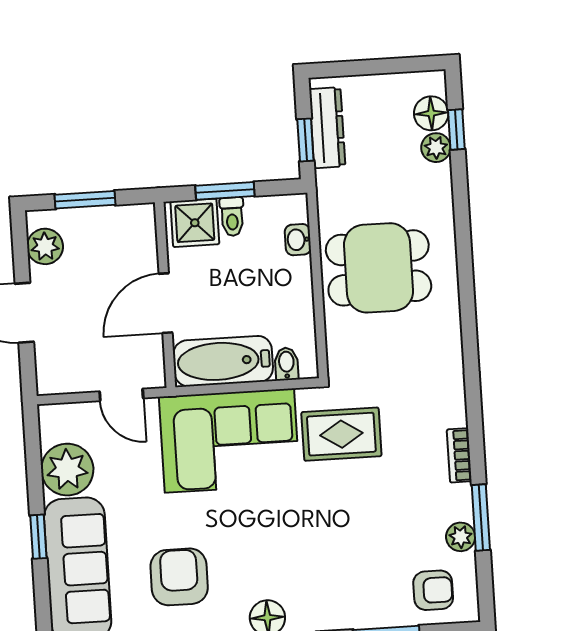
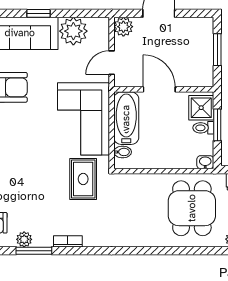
washbasin: (298, 240) -> (205, 162), moved
plant: (45, 246) -> (123, 27), moved
dining table: (379, 268) -> (192, 208), moved

